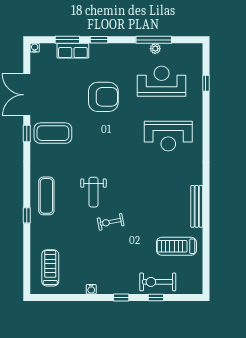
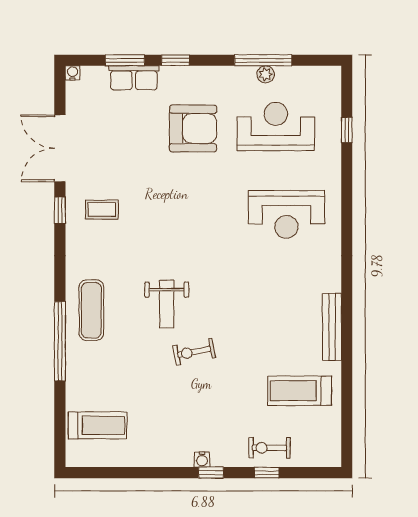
armchair: (103, 97) -> (193, 128), moved
coffee table: (53, 133) -> (102, 210), width x0.54, depth x0.58
window: (27, 215) -> (60, 341), width x3.17
treadmill: (50, 268) -> (98, 425), turned 90
exercise bike: (158, 282) -> (270, 448), width x0.73, depth x0.72
water cooler: (91, 289) -> (202, 460), moved

